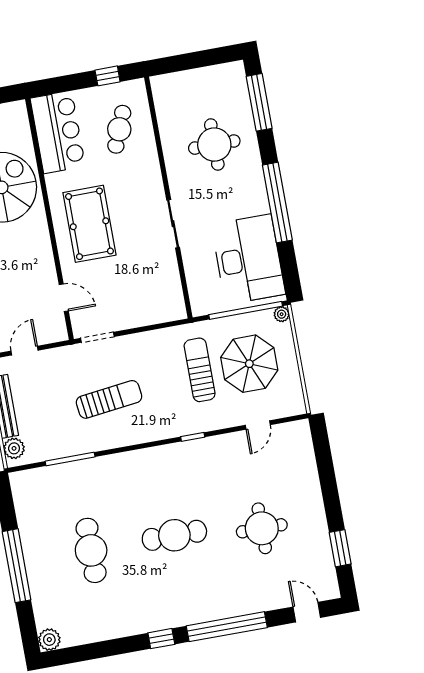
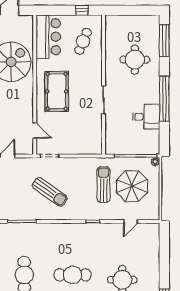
desk: (248, 259) -> (146, 117), width x0.53, depth x0.77
sun lounger: (109, 399) -> (50, 192), turned 42

